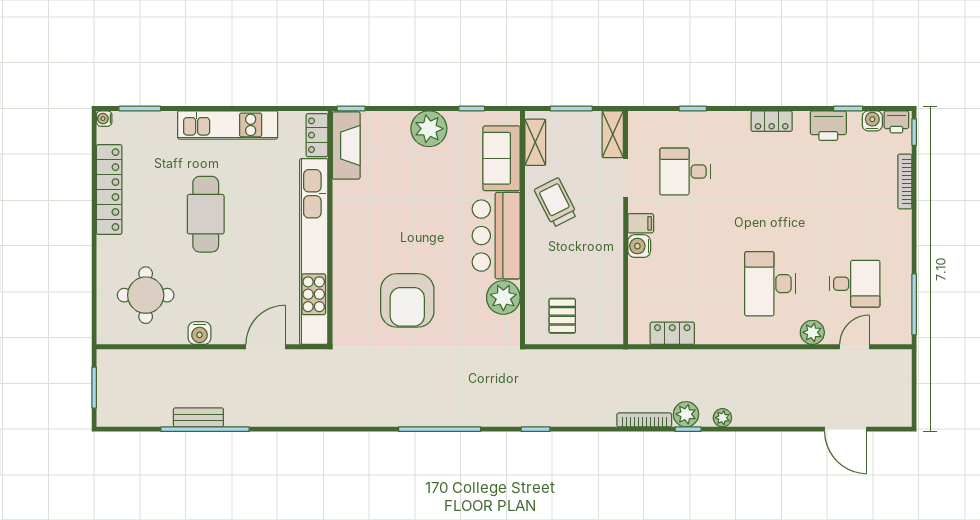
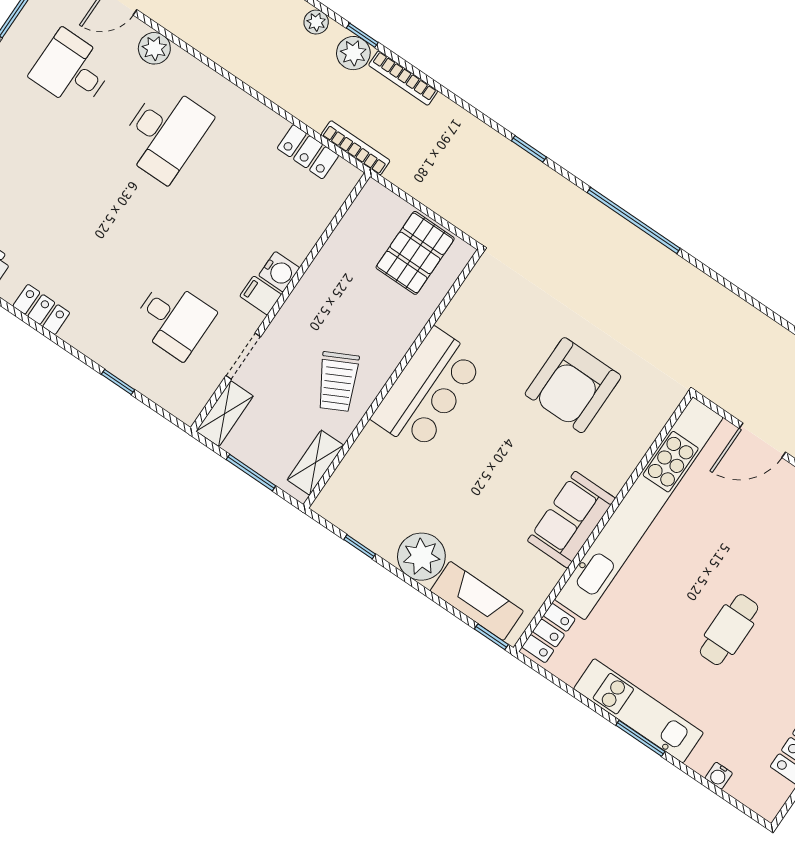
window: (140, 108) -> (640, 738), moved
water cooler: (104, 119) -> (719, 776), moved, turned 90
fireplace: (346, 145) -> (477, 601), moved, turned 90
sofa: (502, 158) -> (571, 520), moved, turned 180
cafe table: (206, 214) -> (729, 630), width x0.73, depth x0.74
plant: (503, 297) -> (466, 317), removed
armchair: (407, 300) -> (573, 385), turned 180
pallet: (562, 316) -> (415, 253), width x1.50, depth x1.42
bookcase: (644, 356) -> (356, 148), added

